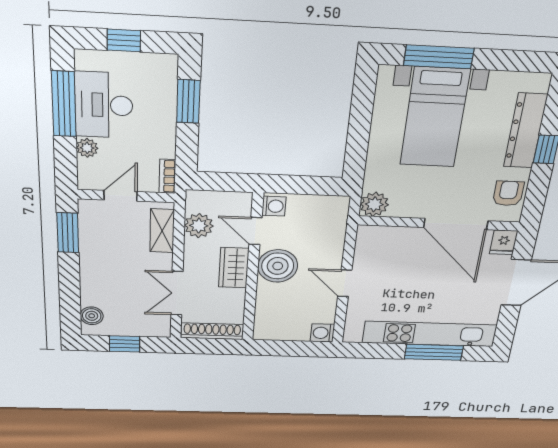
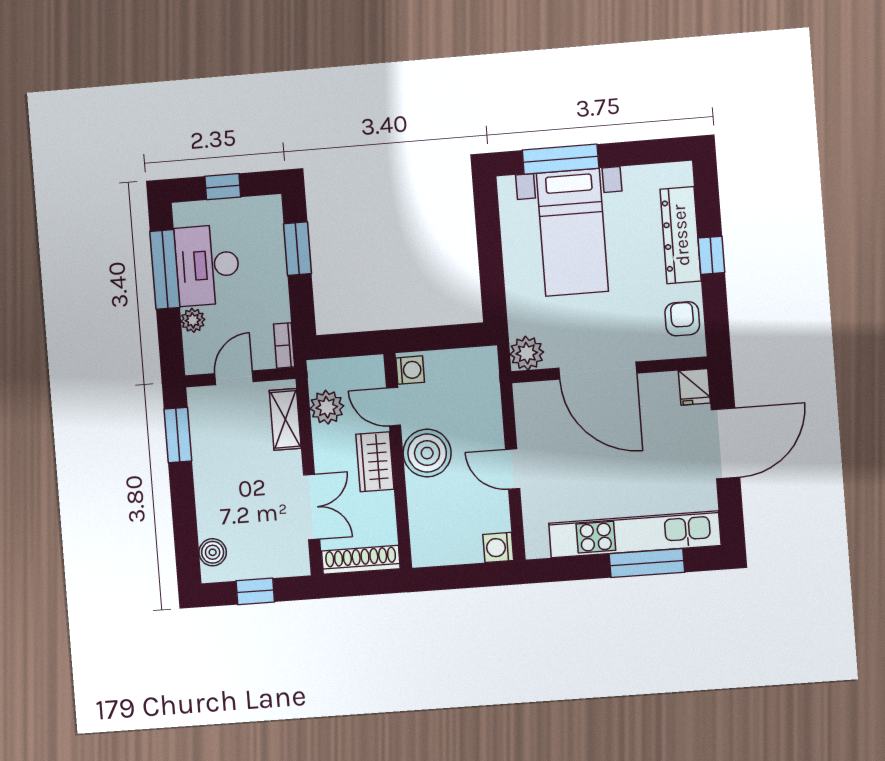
door: (456, 224) -> (598, 371), moved
double door: (177, 293) -> (312, 507), swing flipped

